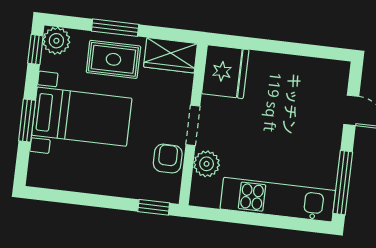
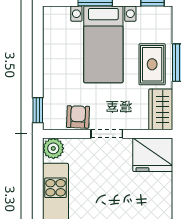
plant: (56, 41) -> (162, 17), removed
armchair: (168, 159) -> (78, 117), turned -88
plant: (207, 164) -> (53, 148), moved

